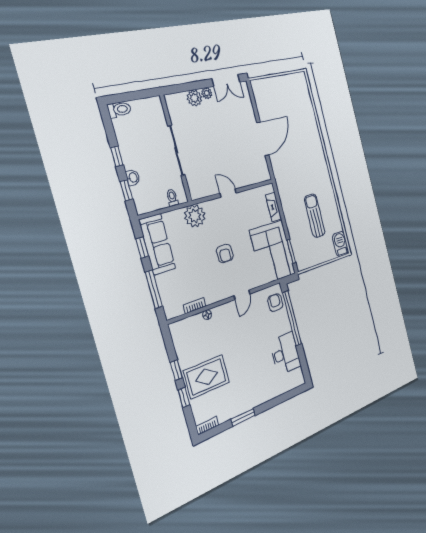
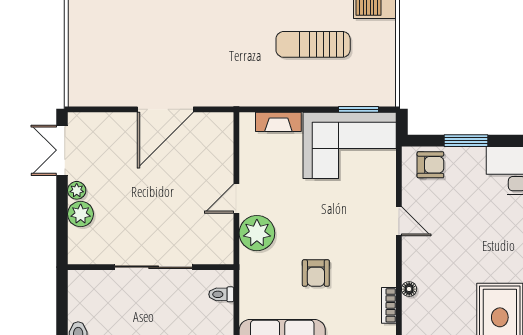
double door: (226, 80) -> (62, 150), swing flipped
door: (263, 139) -> (165, 109), swing flipped
plant: (195, 216) -> (257, 233), moved
armchair: (225, 253) -> (316, 273), moved, turned 90
armchair: (275, 303) -> (430, 165), turned 180
window: (292, 318) -> (466, 141), width x0.47

